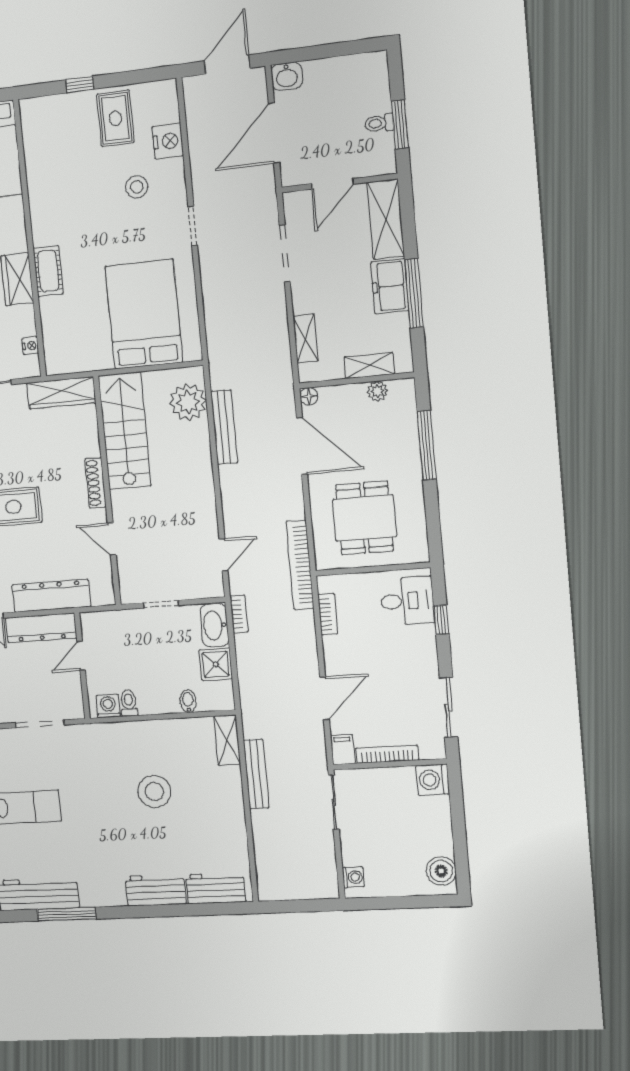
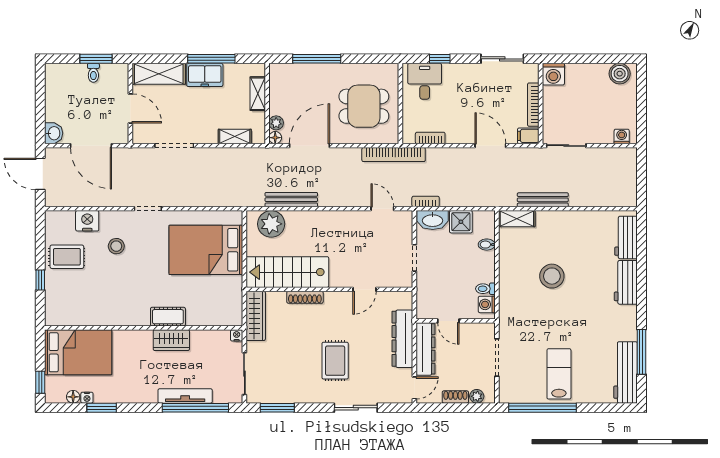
nightstand: (30, 346) -> (237, 335), moved
plant: (377, 391) -> (276, 123), moved
shoe rack: (96, 483) -> (305, 297), moved

